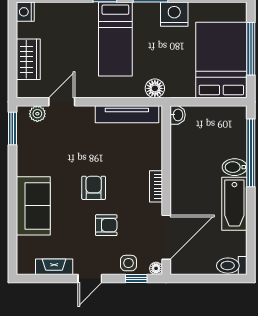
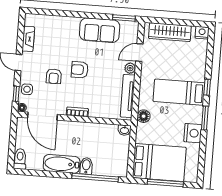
wardrobe: (28, 59) -> (170, 32), width x1.50
door: (62, 102) -> (139, 53), swing flipped
plant: (37, 114) -> (130, 68), moved
armchair: (94, 188) -> (80, 70), turned 180
sofa: (33, 206) -> (100, 30), moved

